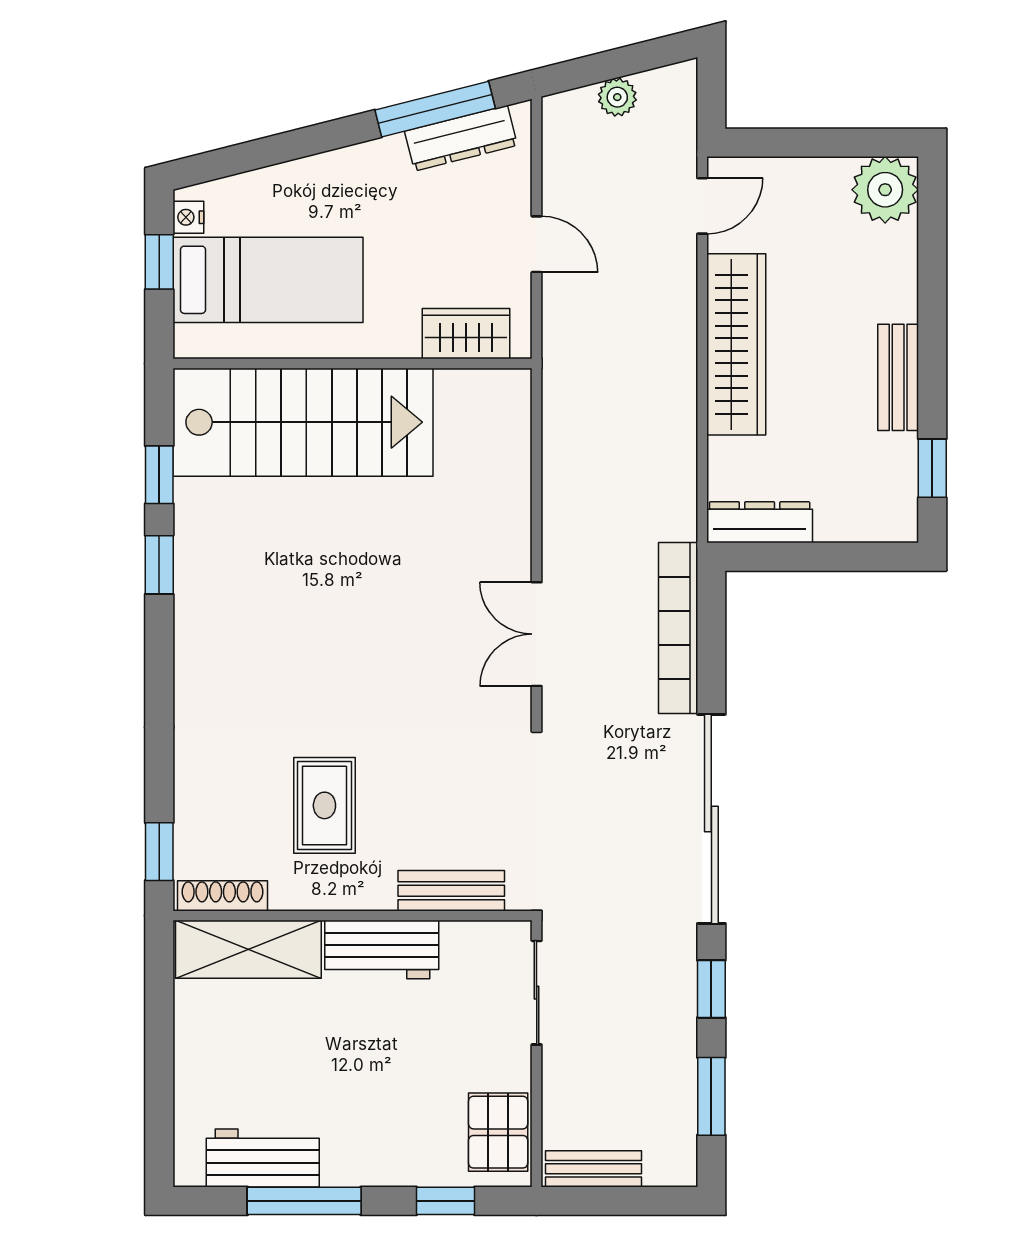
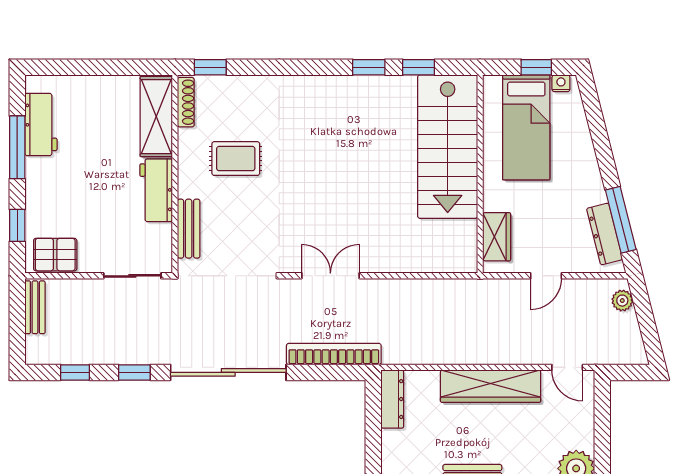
plant: (617, 97) -> (622, 301), moved
window: (711, 1096) -> (75, 372), width x0.67

